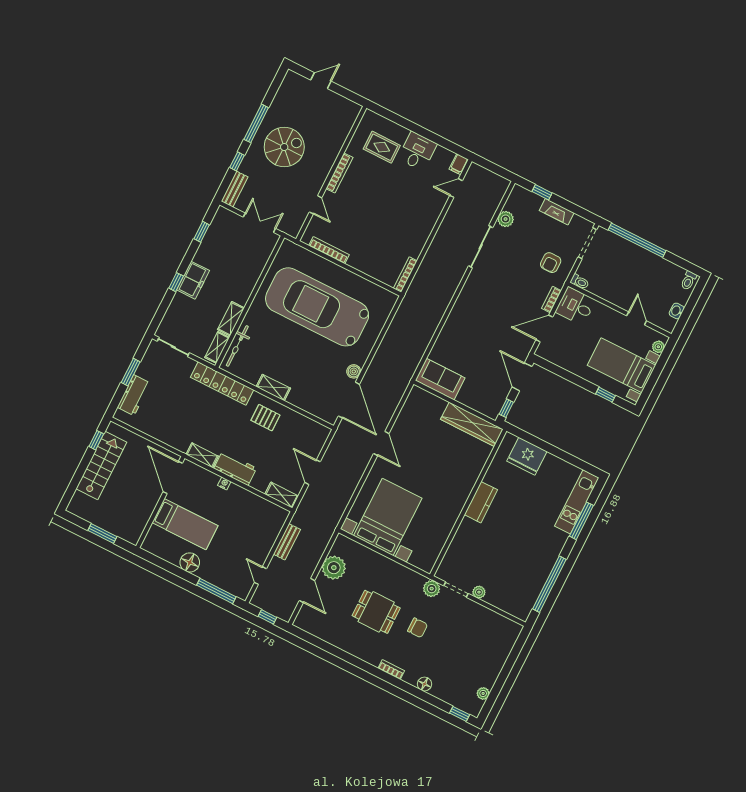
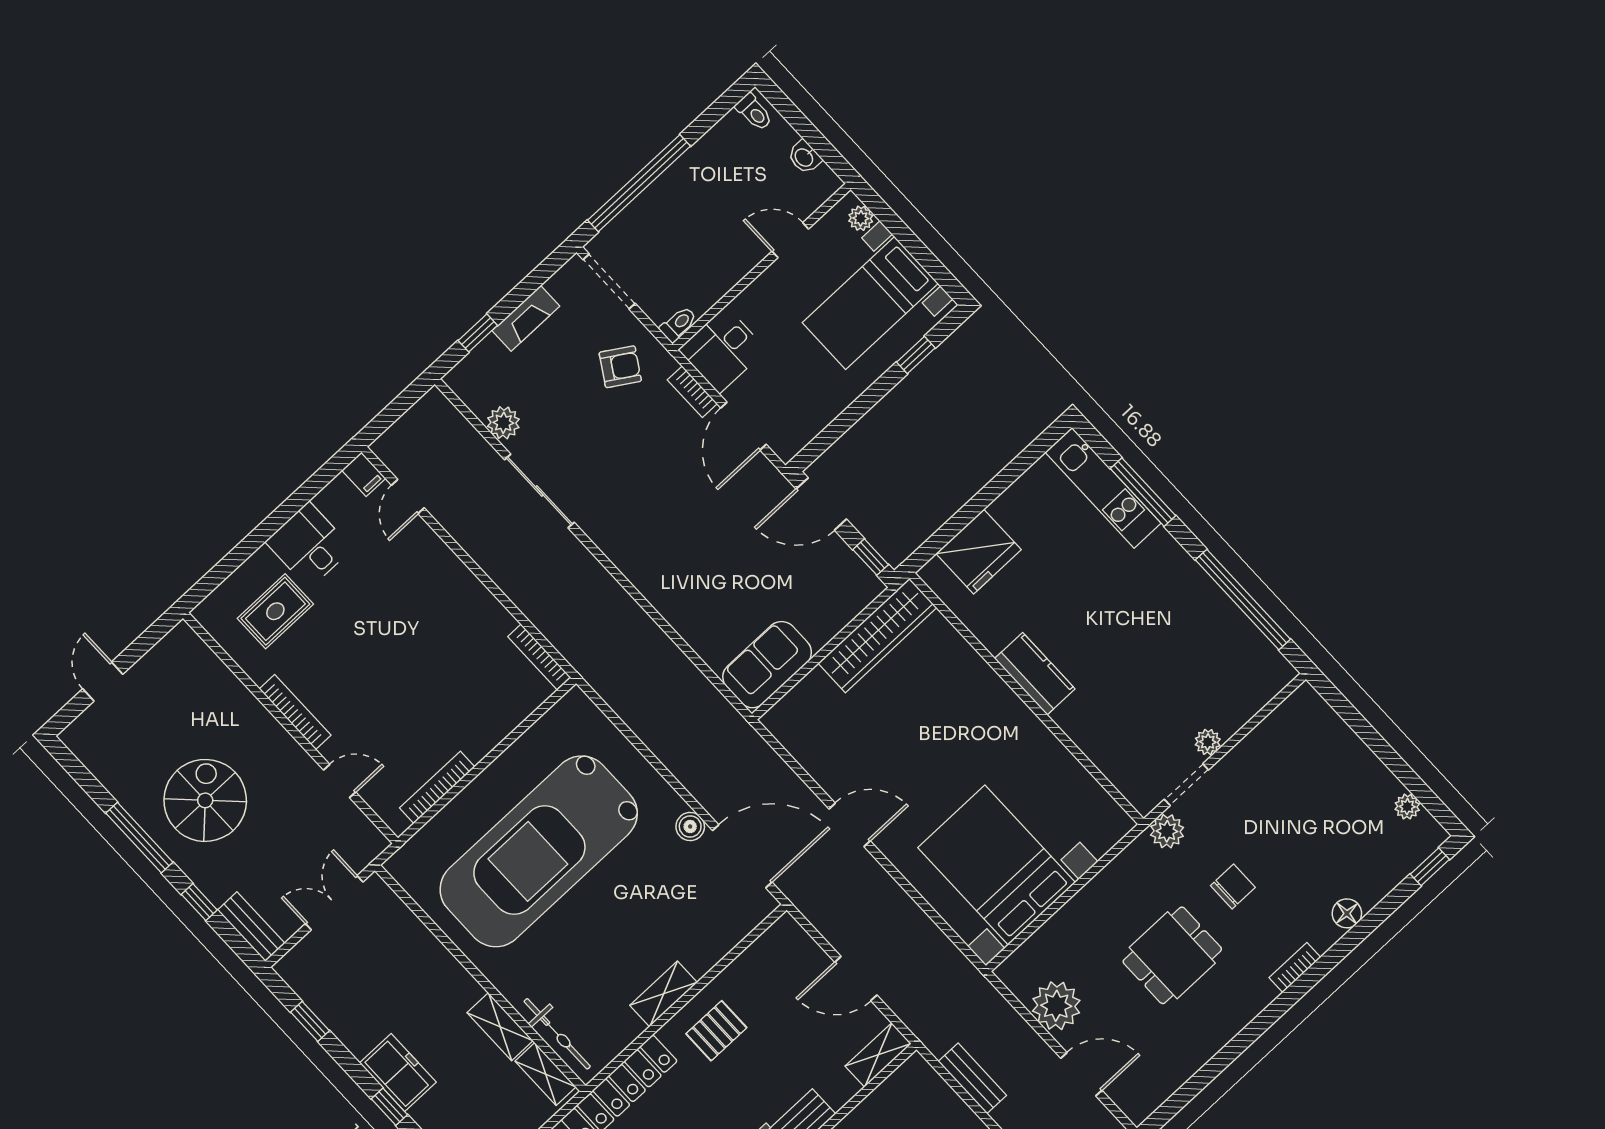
armchair: (551, 263) -> (620, 367), turned -58

